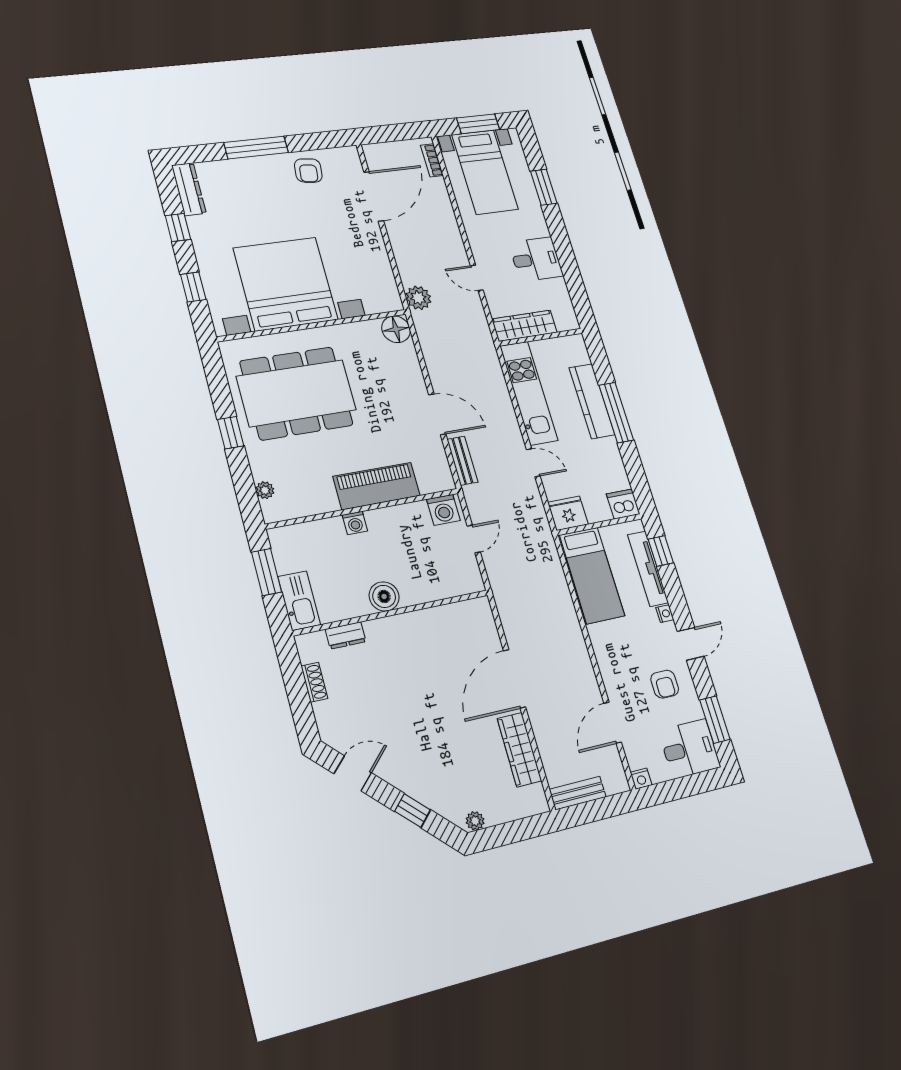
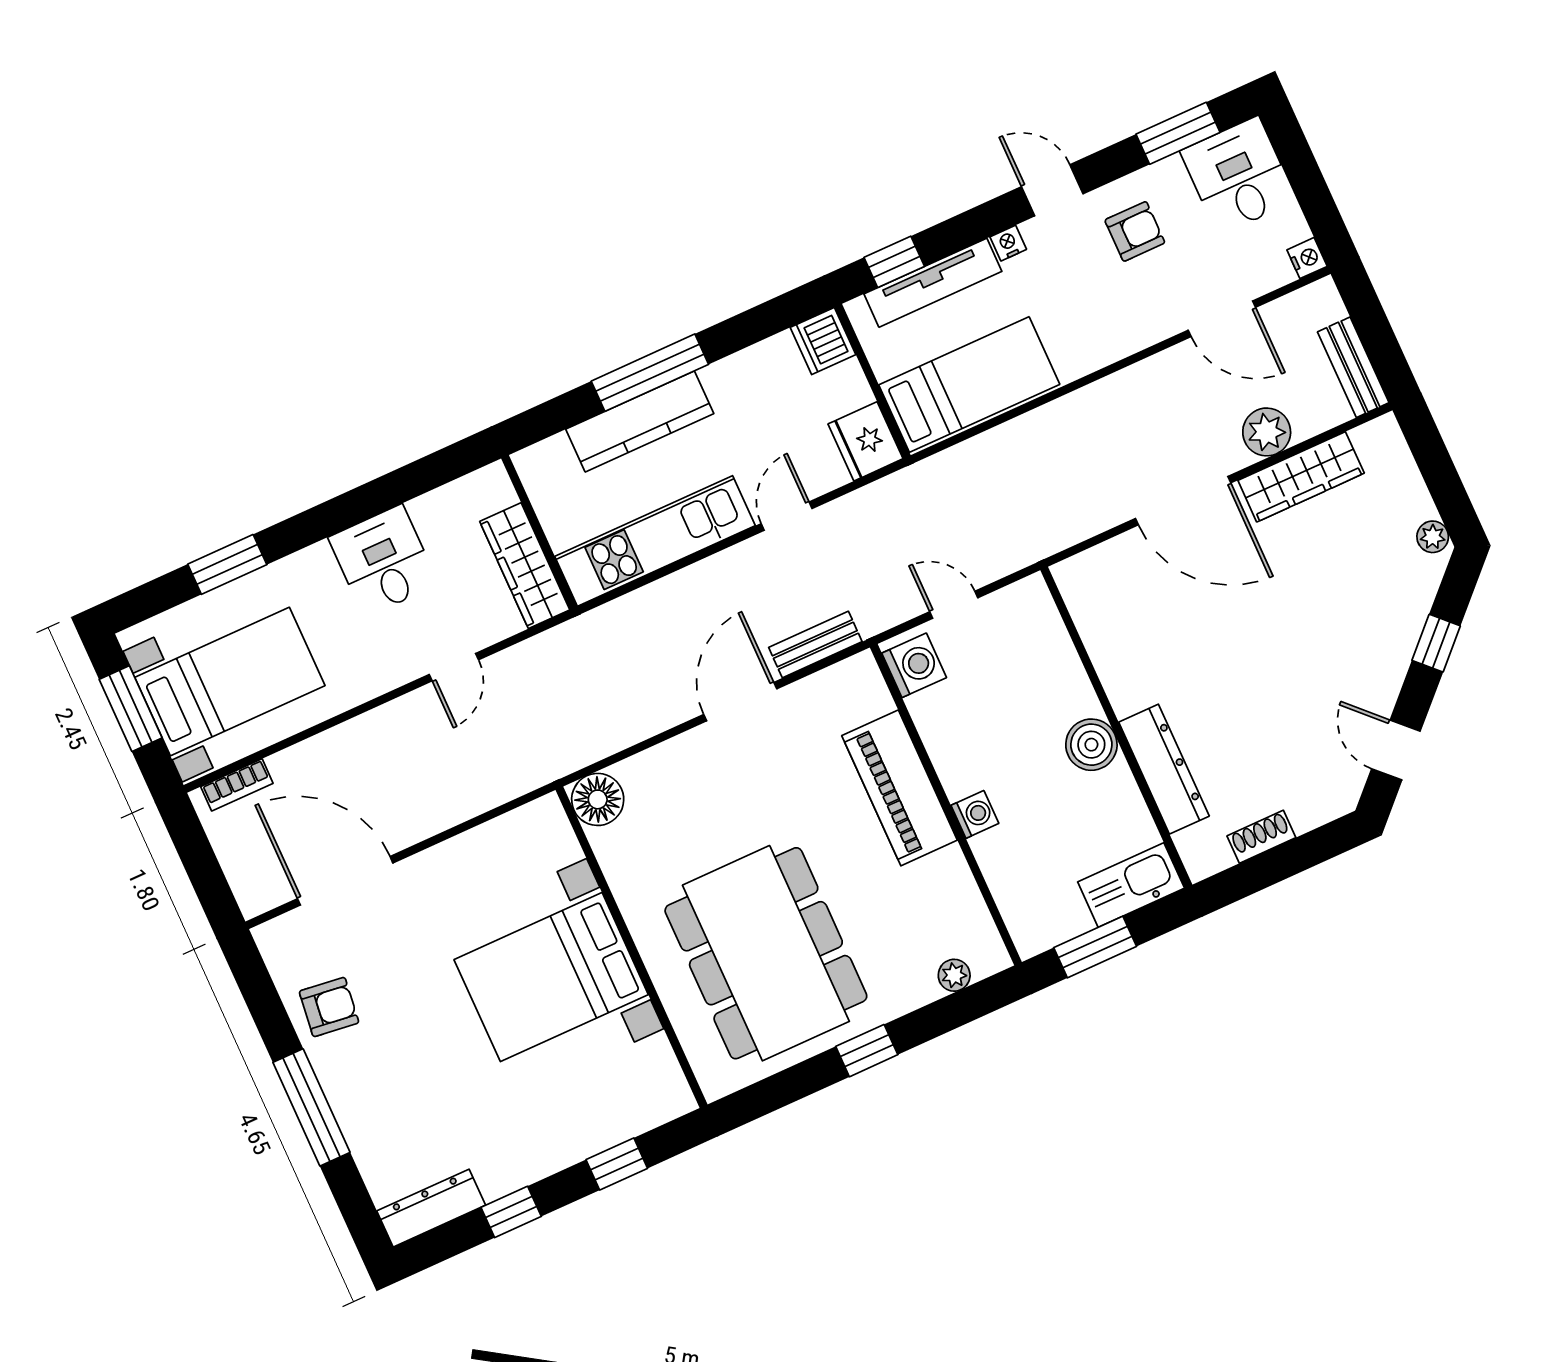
bed with nightstands: (286, 284) -> (551, 977), width x0.73
plant: (418, 298) -> (1267, 432), moved
dresser: (346, 635) -> (1164, 769), width x1.96, depth x1.24

